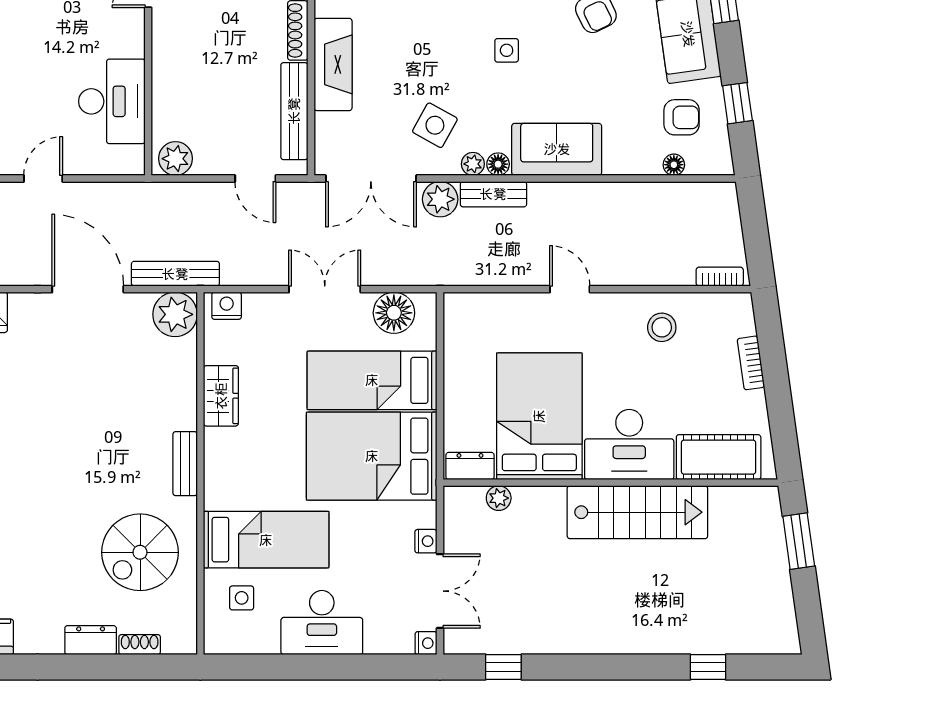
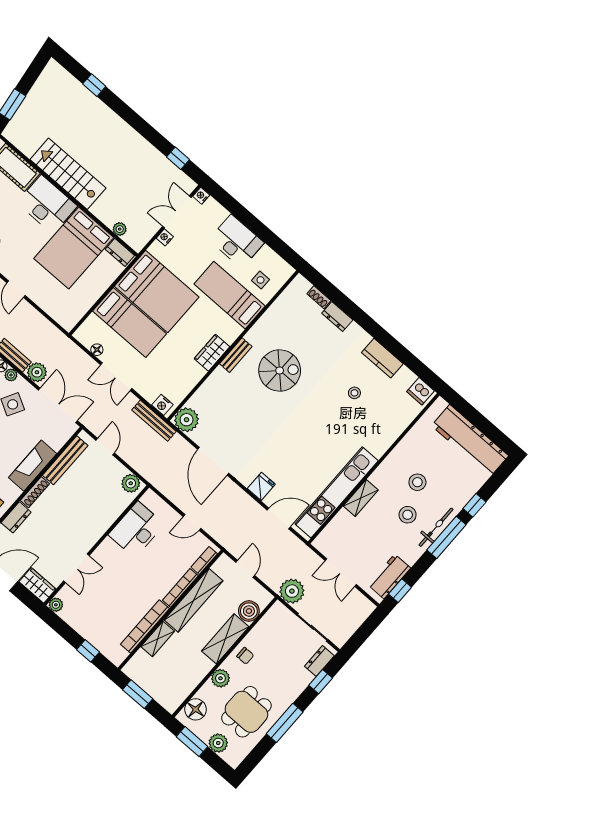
bench: (175, 274) -> (154, 421), moved
floor lamp: (394, 313) -> (97, 350), width x0.53, depth x0.53
wardrobe: (221, 396) -> (212, 353), moved
spiral stairs: (140, 552) -> (280, 371), moved

